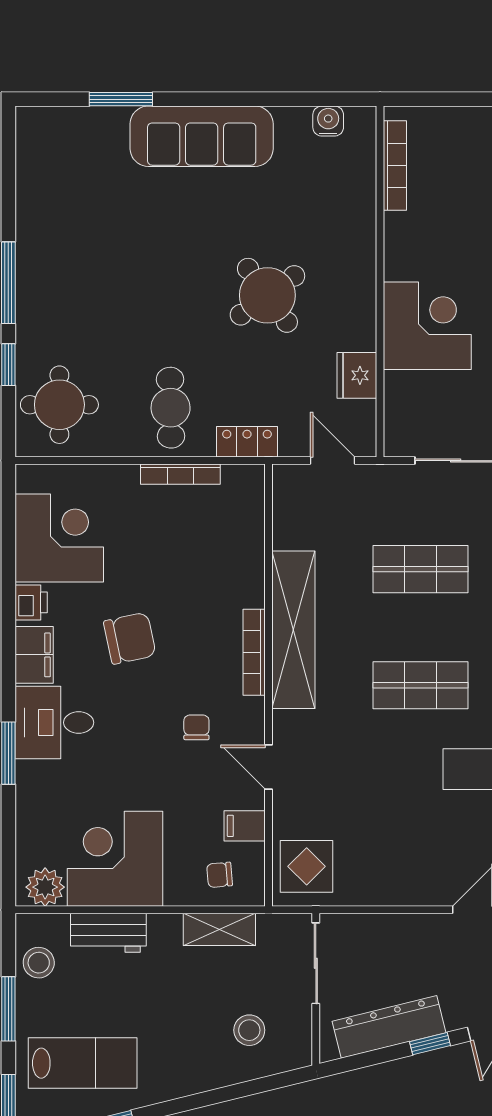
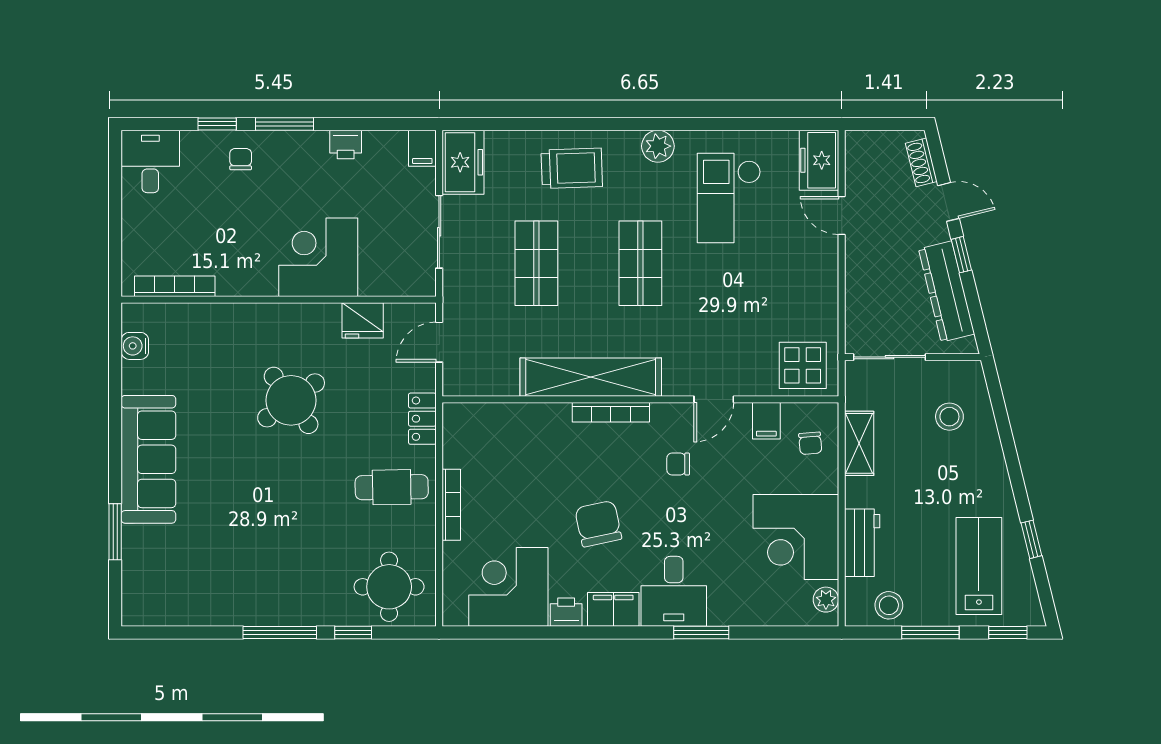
bookcase: (180, 474) -> (451, 505), moved
plant: (45, 887) -> (826, 600), width x0.73, depth x0.73

